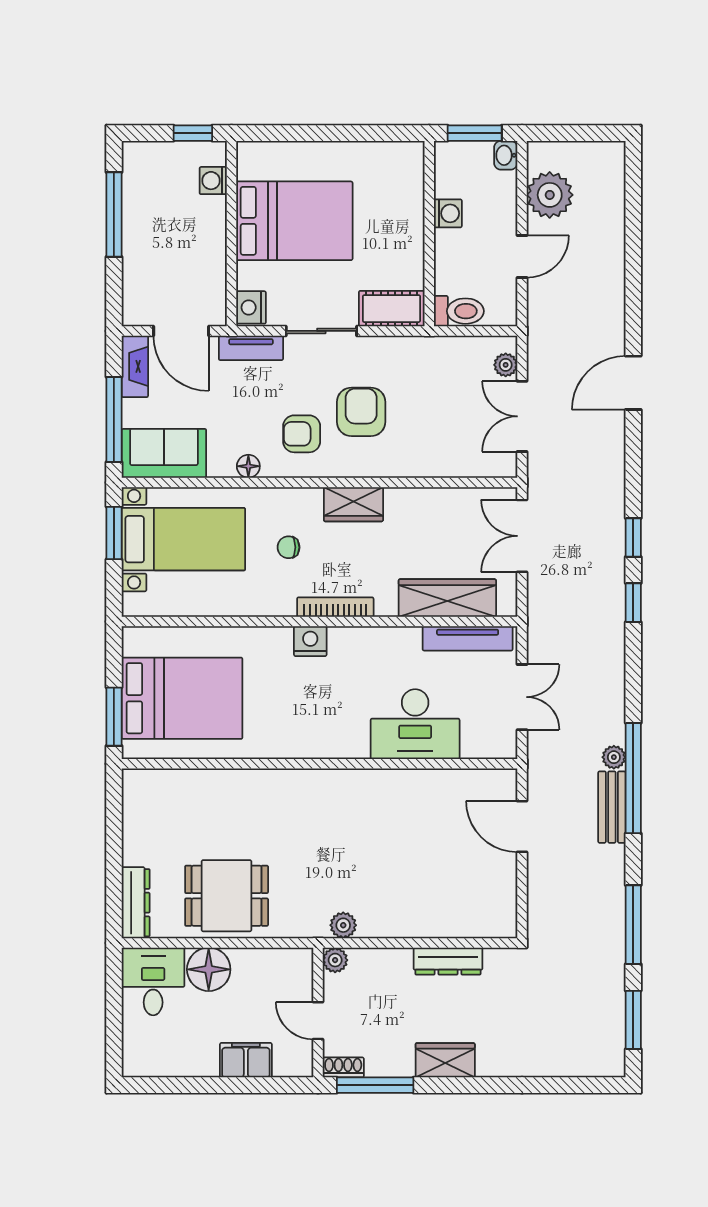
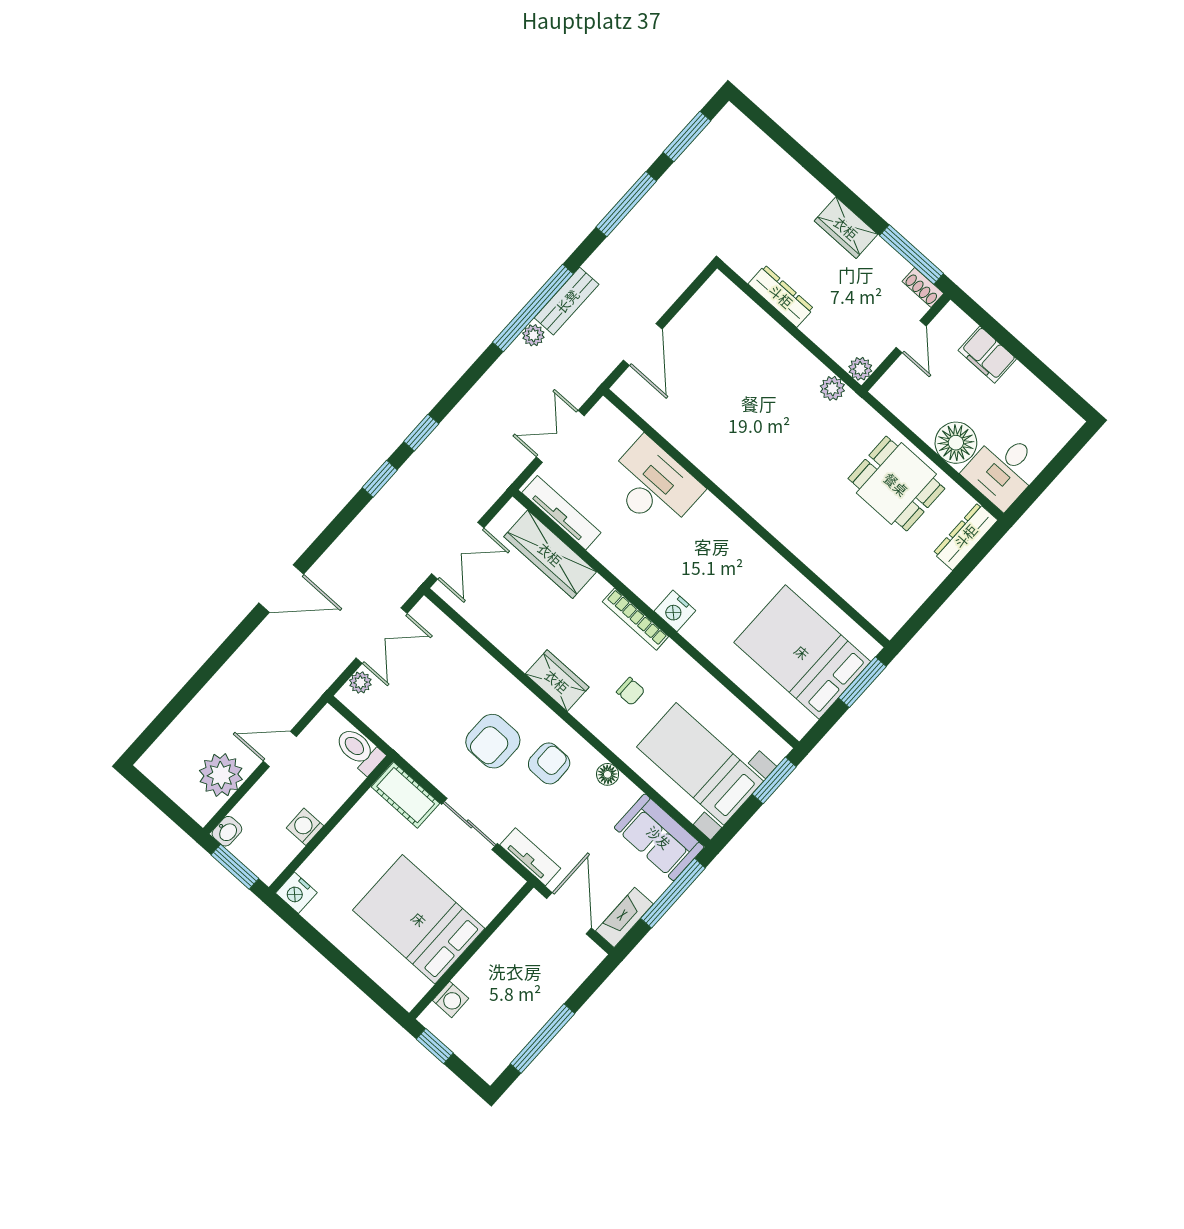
nightstand: (251, 307) -> (296, 893), moved, turned 90
armchair: (302, 434) -> (549, 763), turned -90
window: (114, 533) -> (774, 780), moved

